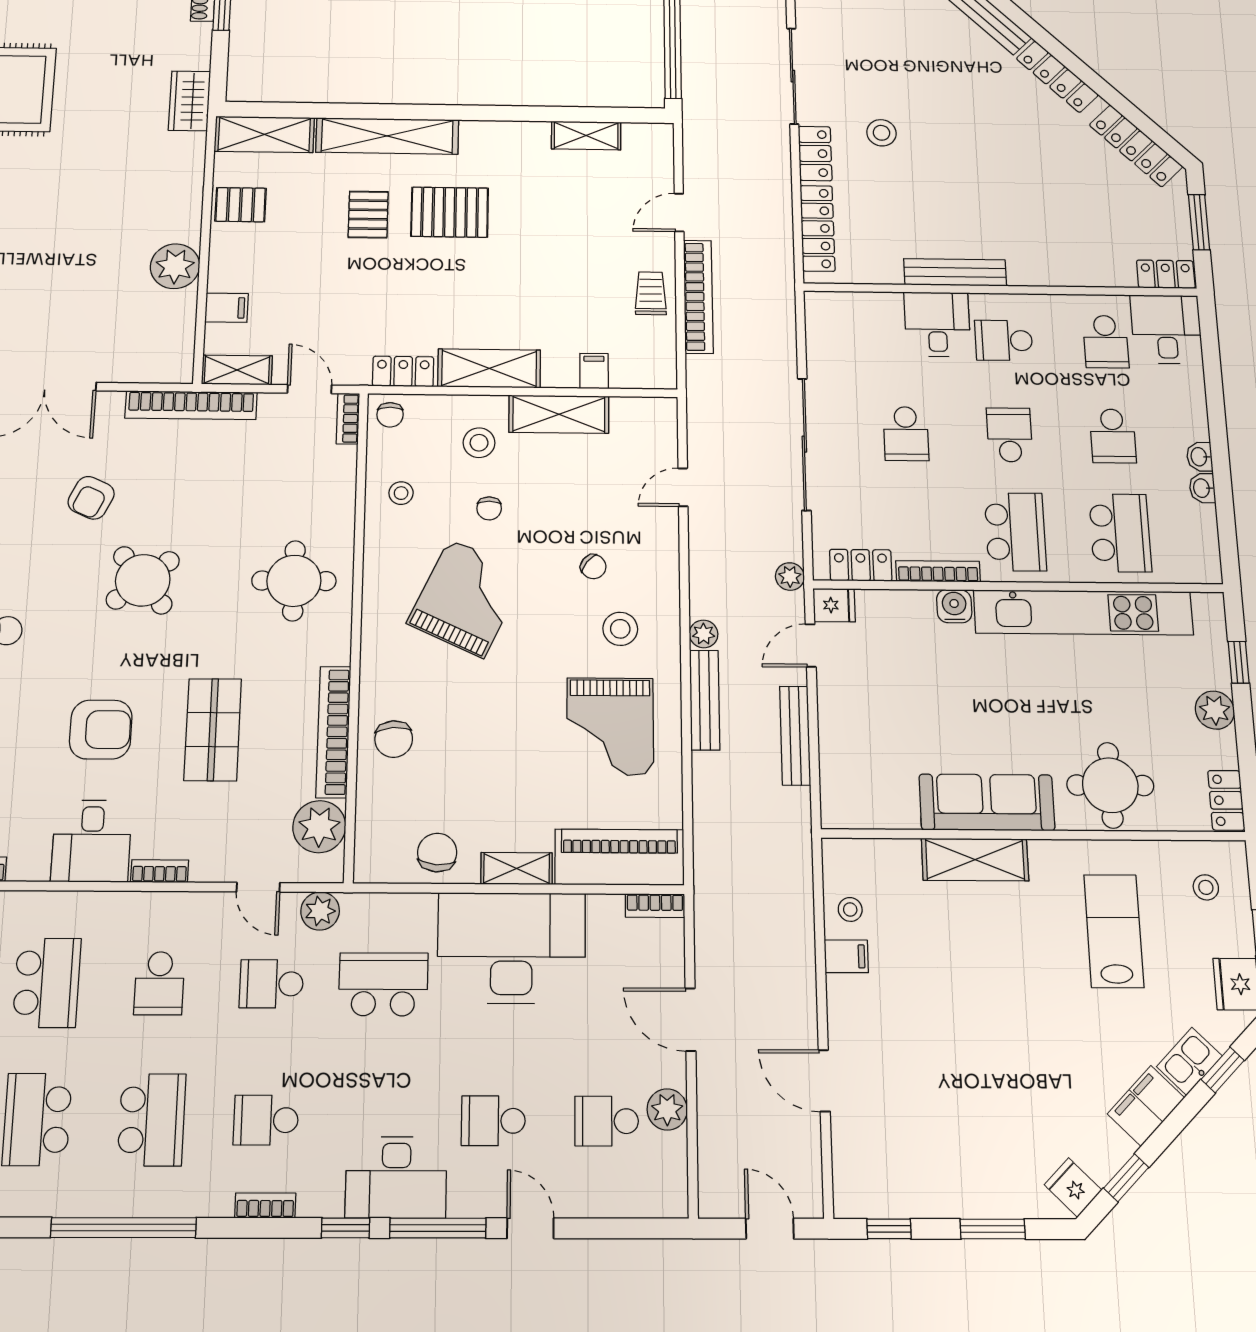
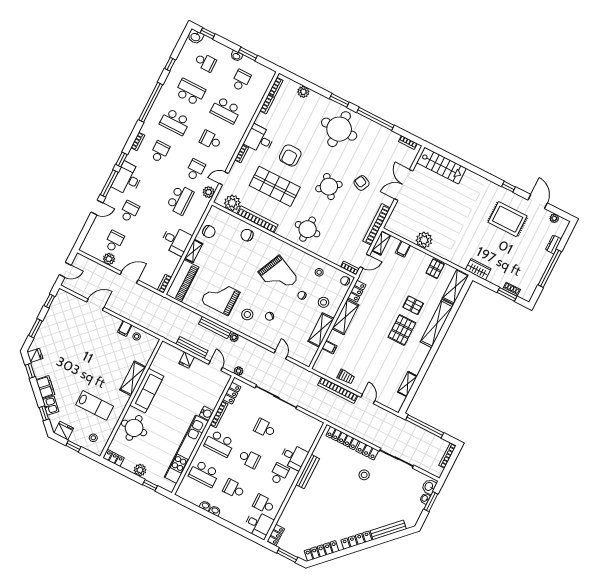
fridge: (834, 605) -> (187, 360), moved
shop shelf: (213, 730) -> (275, 186), width x1.43, depth x1.36
desk: (511, 948) -> (176, 241), width x0.53, depth x0.77

